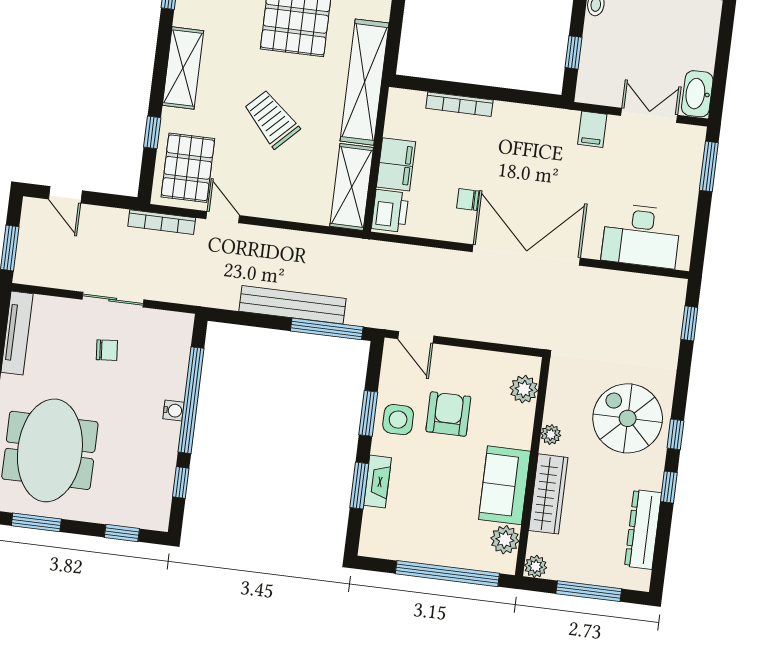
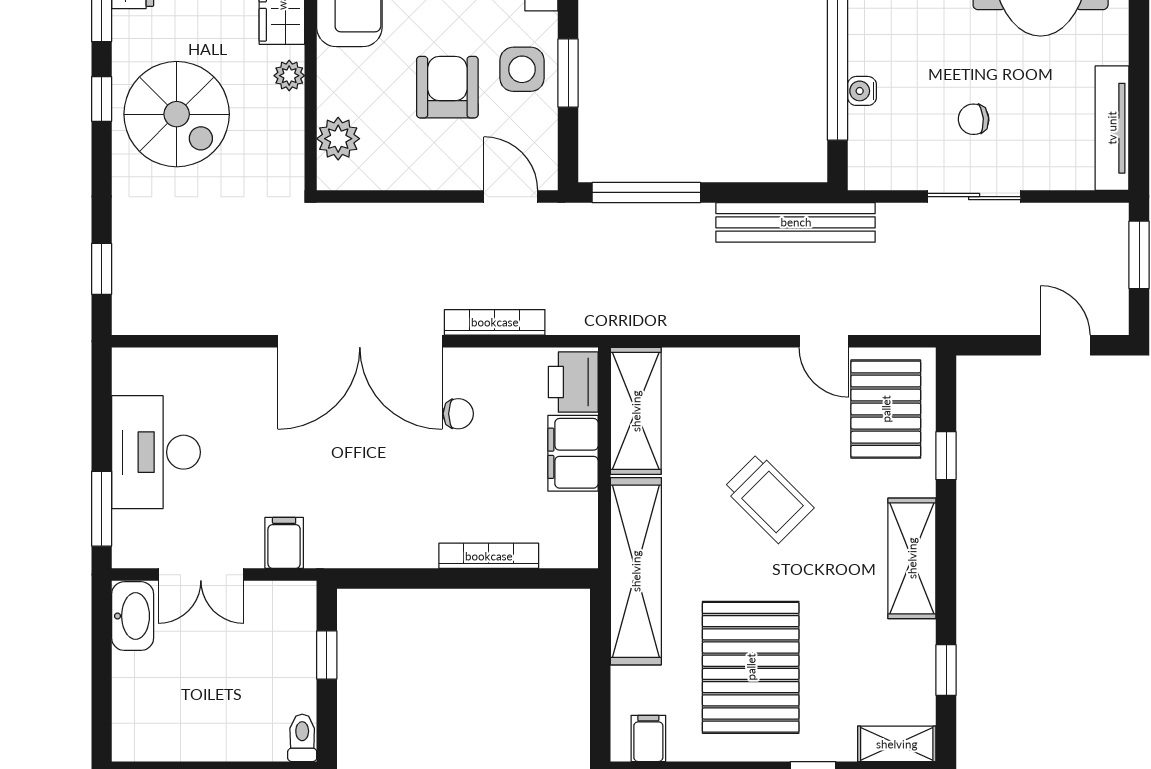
bookcase: (162, 222) -> (495, 322), moved
desk: (641, 236) -> (156, 452), moved, turned -90
bench: (293, 305) -> (796, 222), moved
water cooler: (173, 410) -> (862, 91), moved
armchair: (448, 414) -> (447, 87), turned 180

